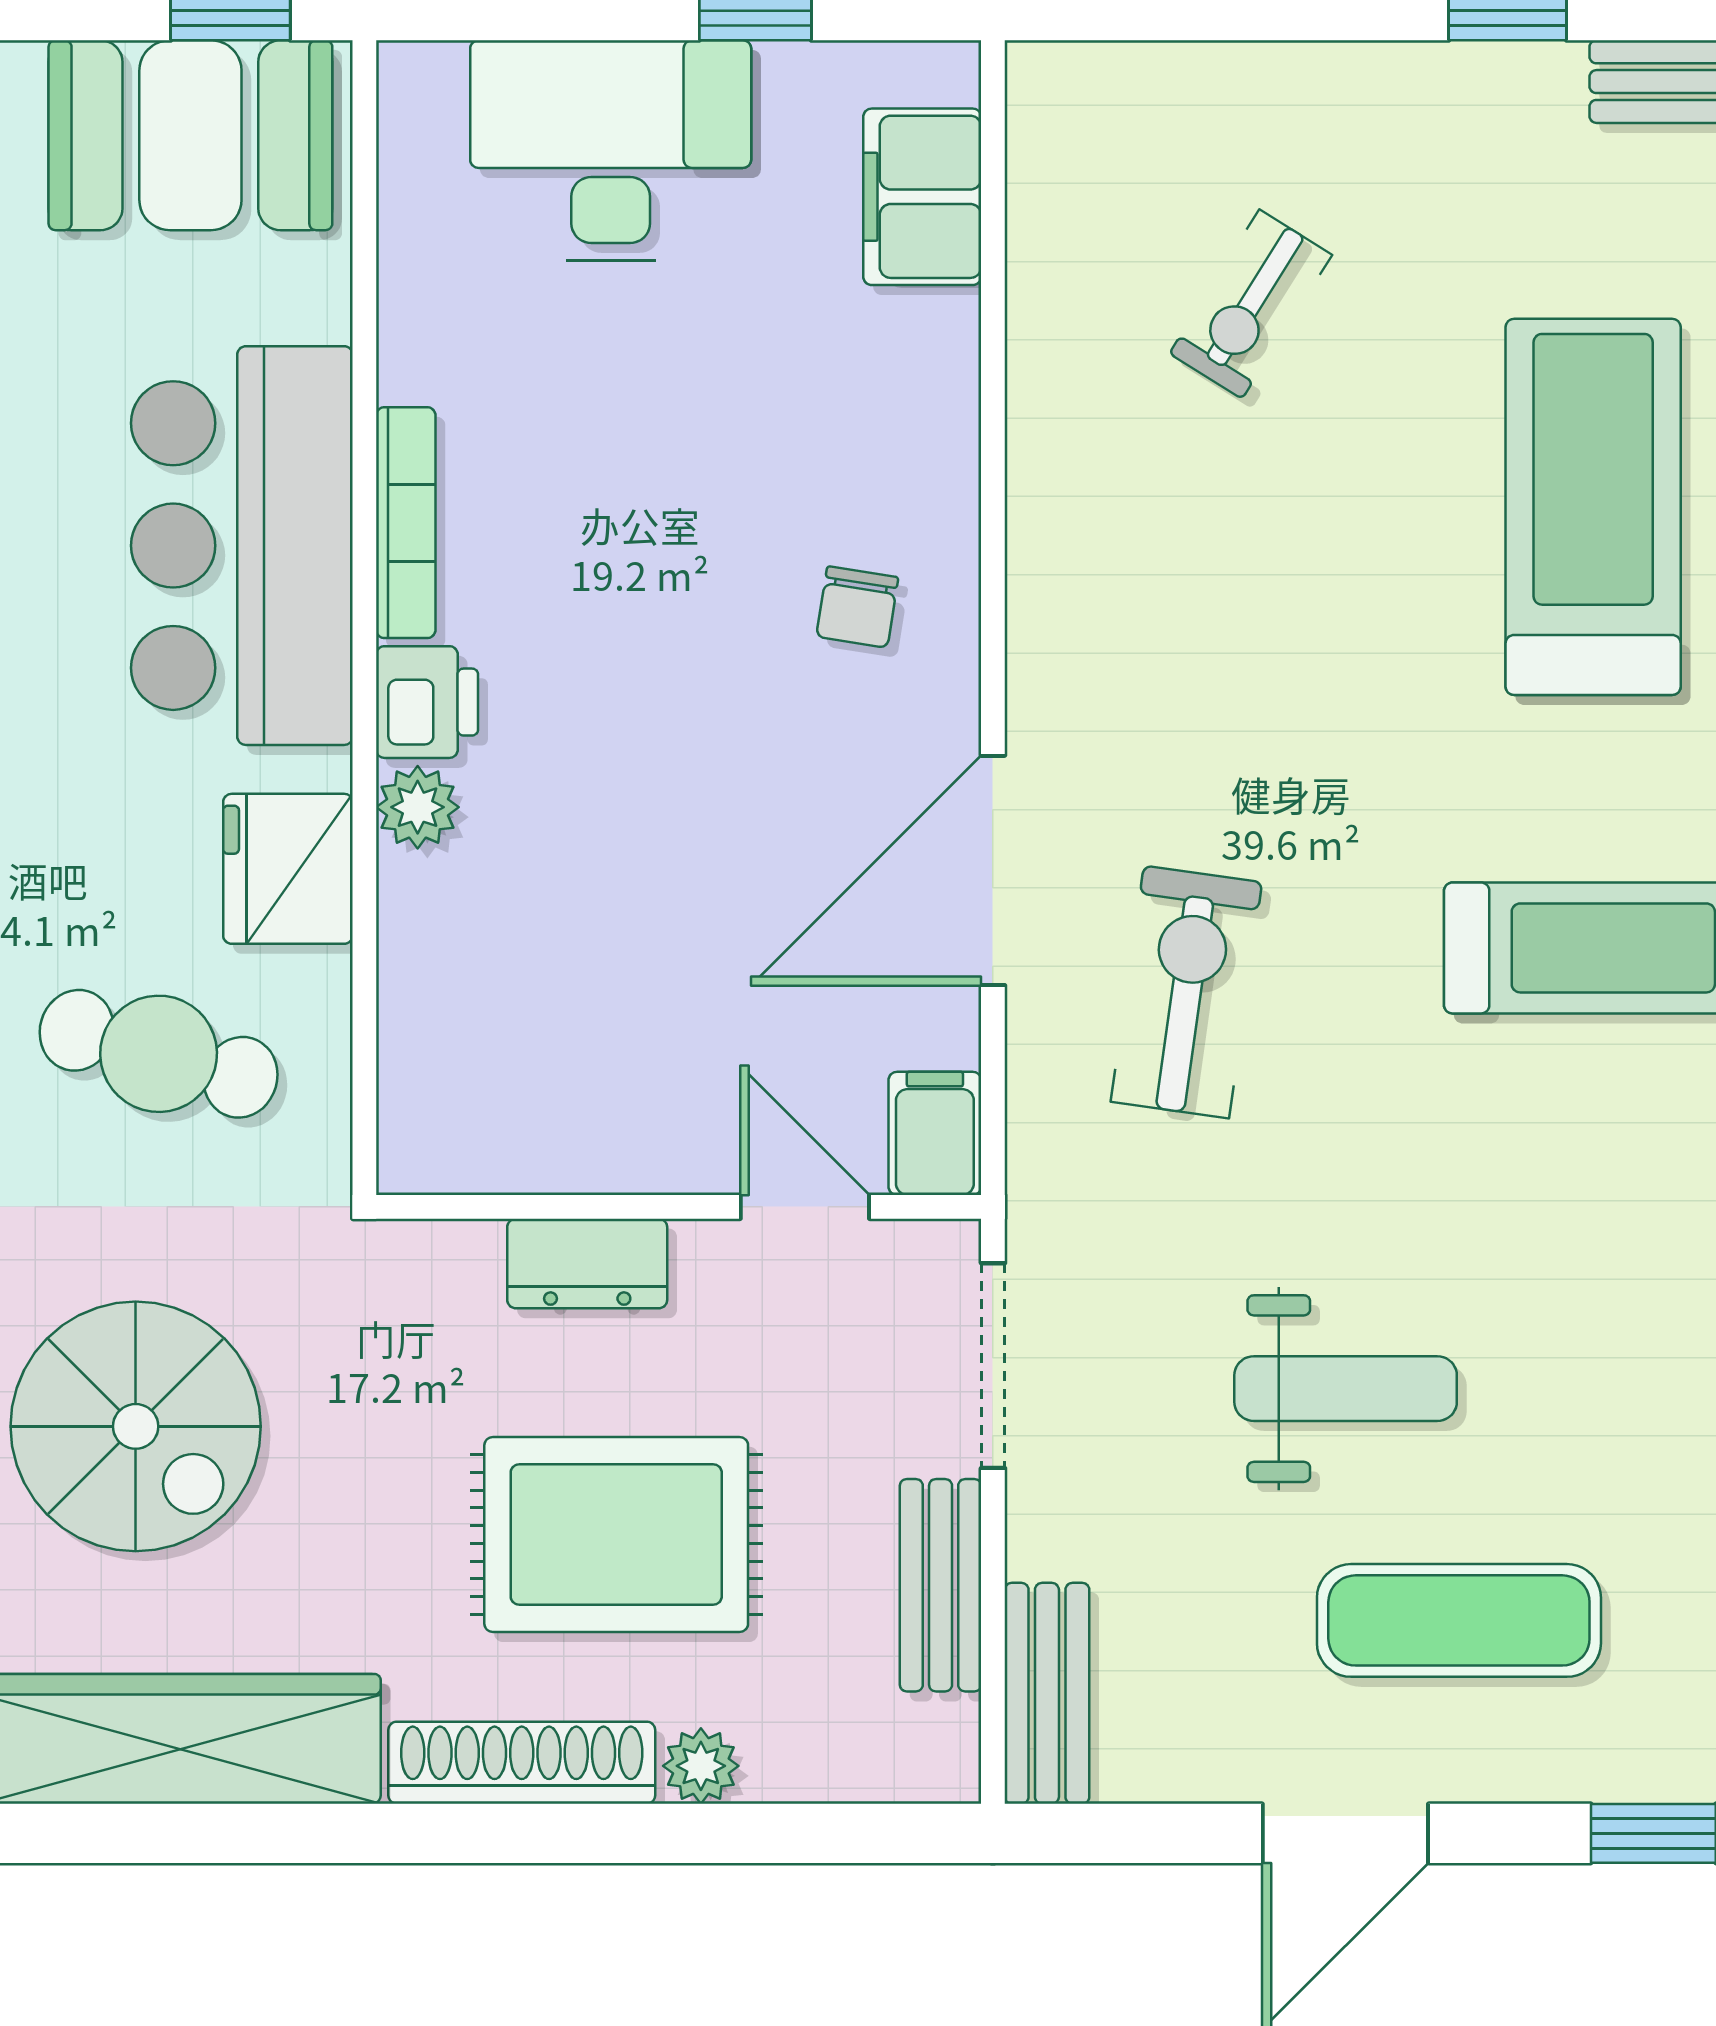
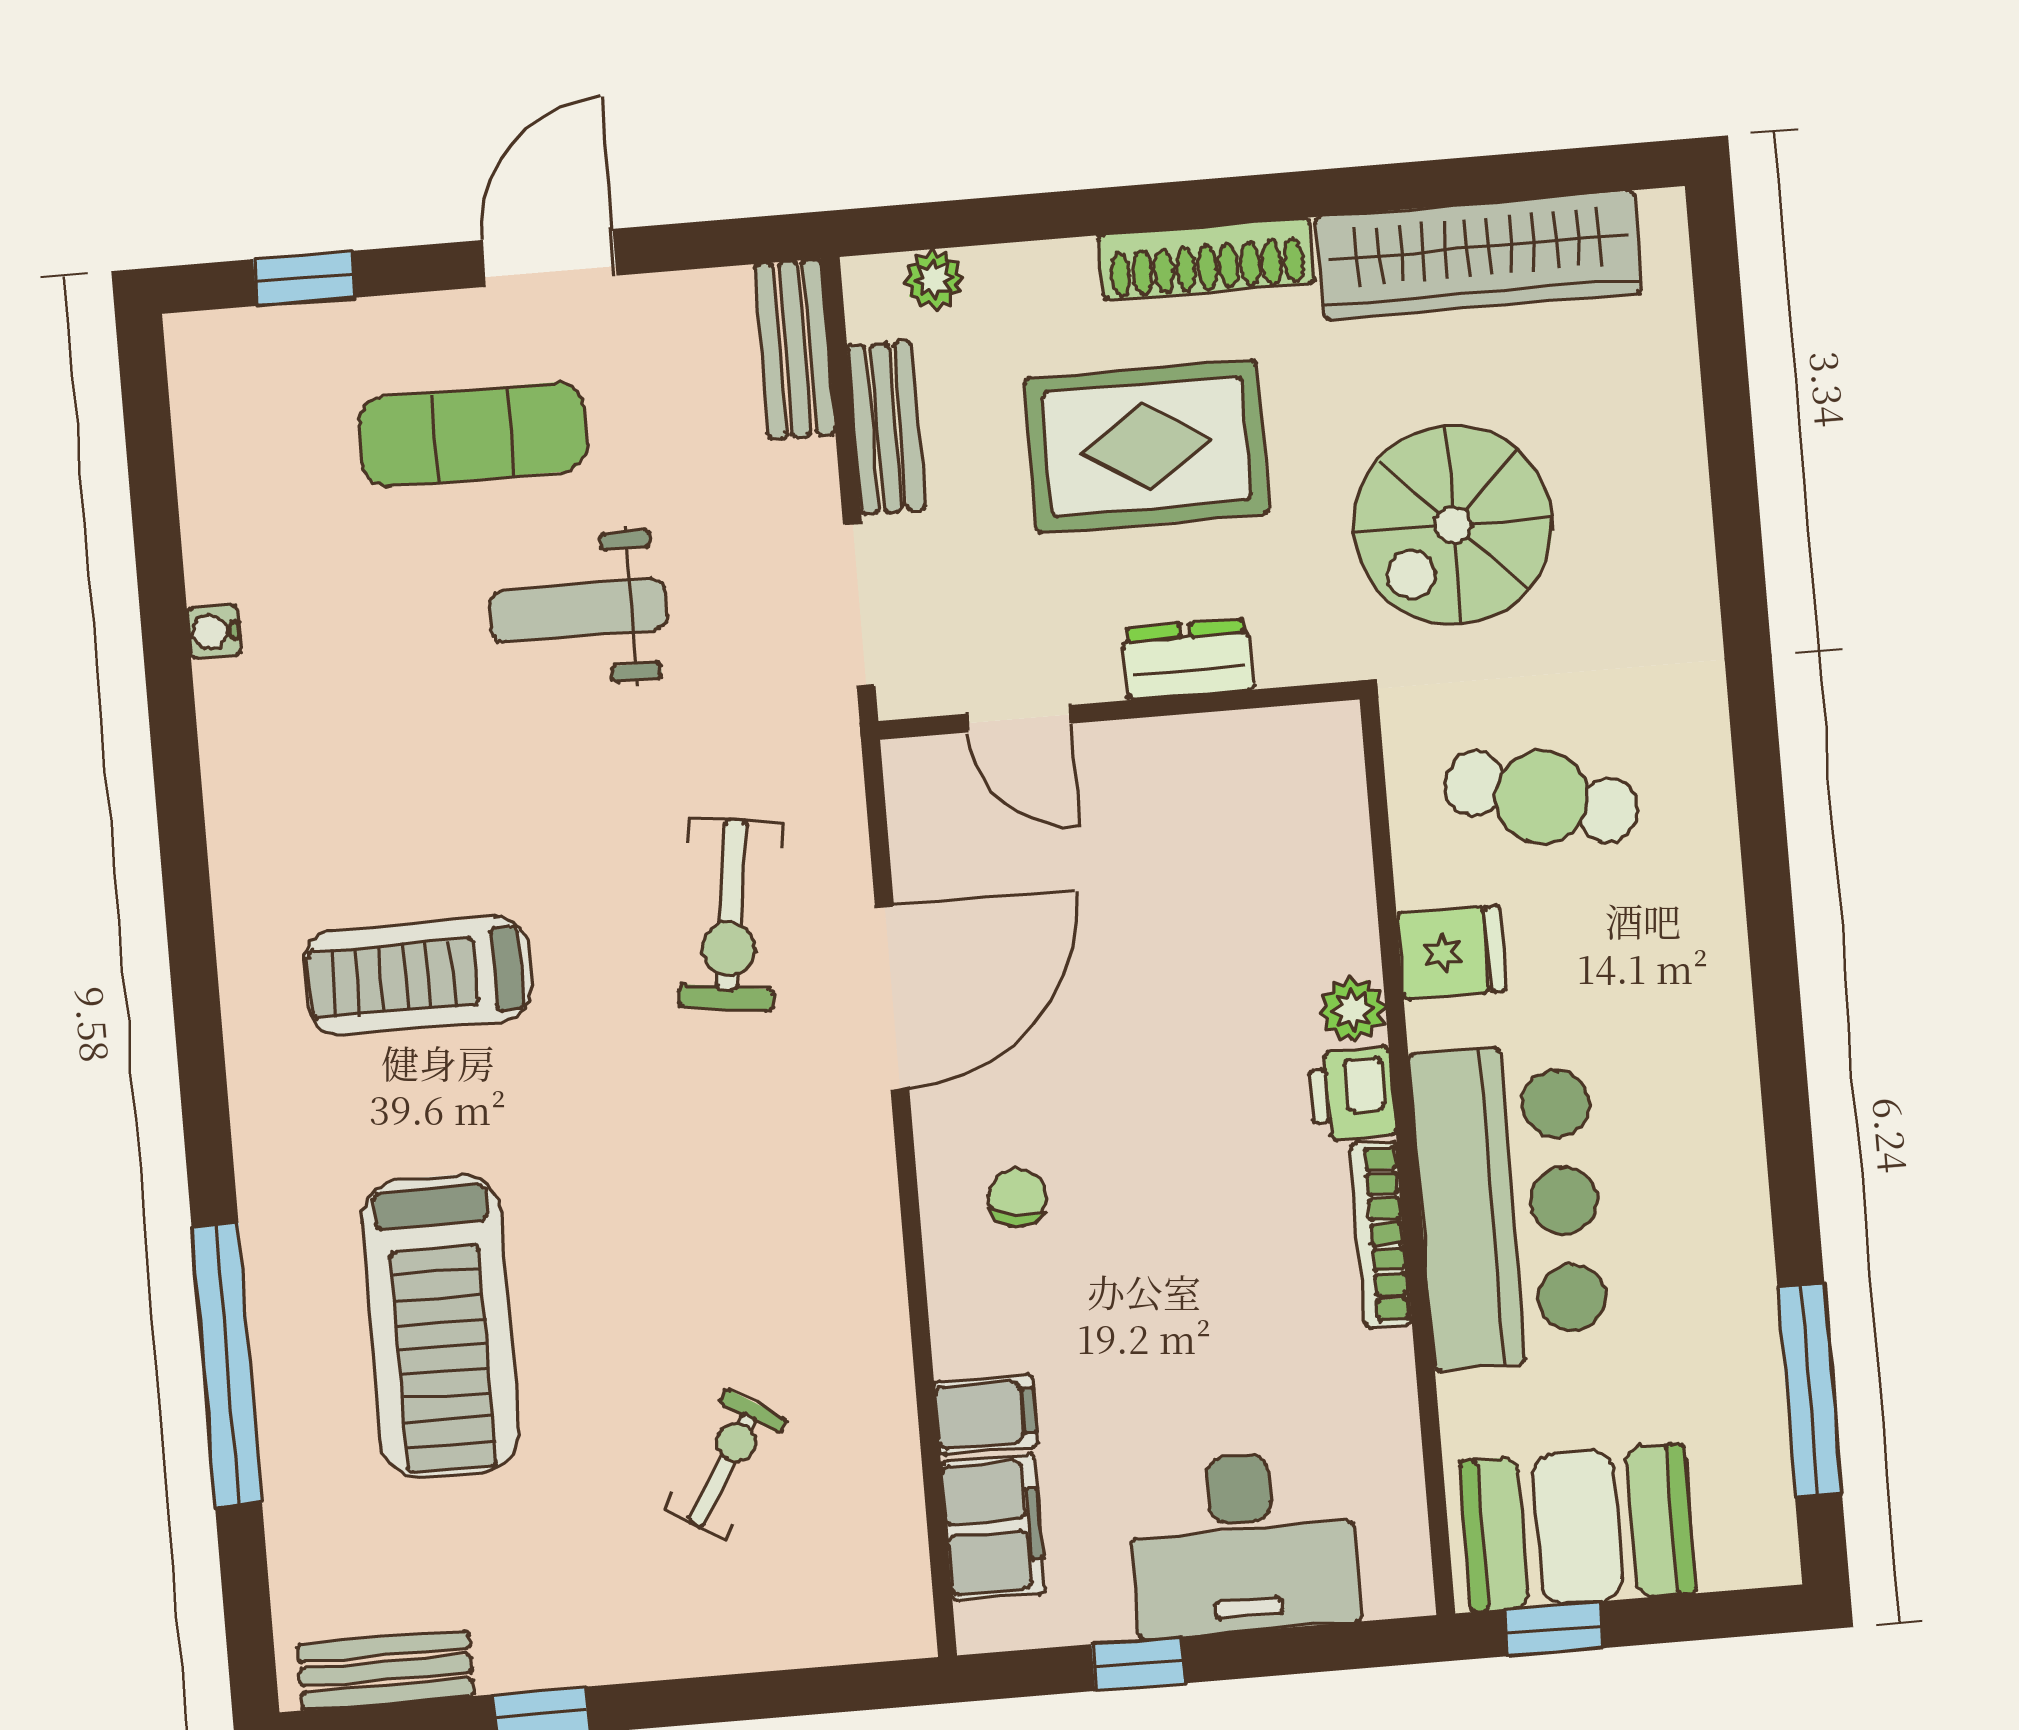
fridge: (288, 869) -> (1451, 952), width x0.72
filing cabinet: (935, 1133) -> (986, 1414), moved, turned -90
spiral stairs: (136, 1426) -> (1453, 525), moved, turned -90
plant: (701, 1766) -> (934, 279), moved

